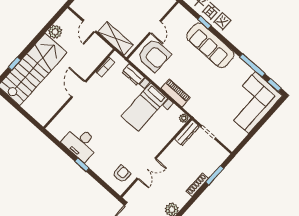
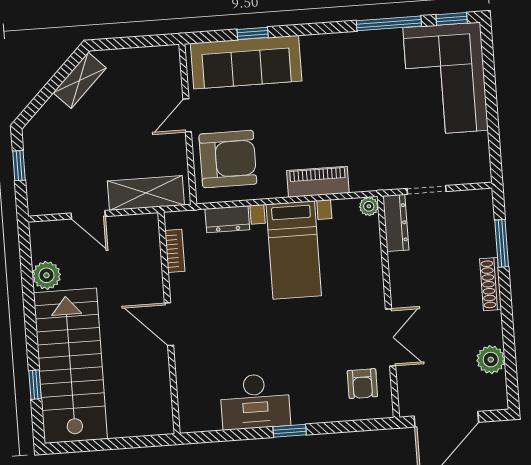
door: (155, 27) -> (187, 115), swing flipped
sofa: (210, 45) -> (246, 62), moved
armchair: (122, 174) -> (362, 384), turned 180

